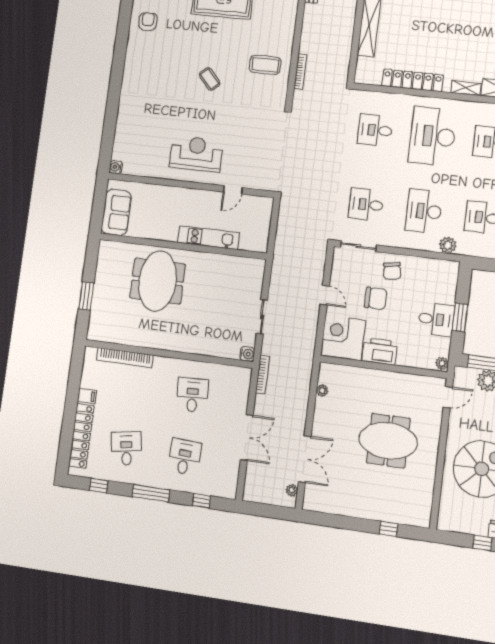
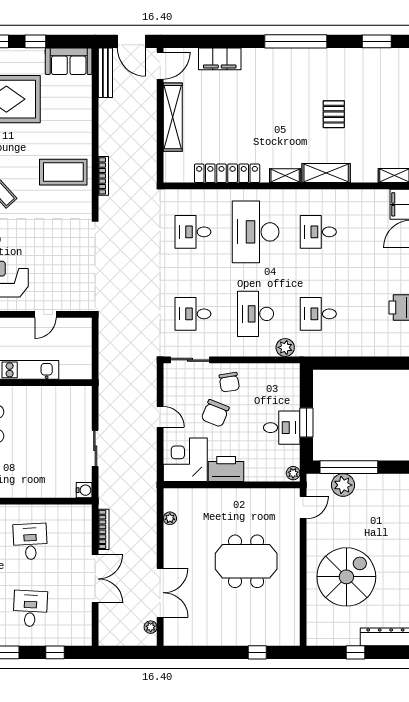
coffee table: (265, 65) -> (63, 172), width x1.36, depth x1.32
chair: (376, 298) -> (215, 413), turned 112
bookcase: (263, 375) -> (104, 529), moved

